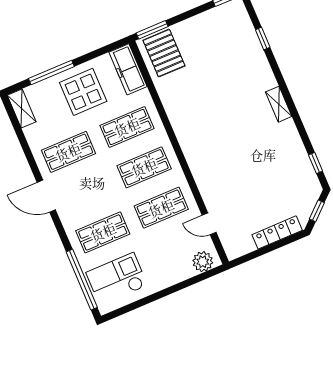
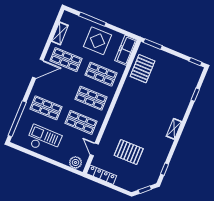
pallet: (164, 53) -> (143, 69), moved
shelving: (22, 108) -> (60, 33), moved
pallet: (253, 186) -> (129, 152), added
door: (46, 196) -> (38, 69), swing flipped
locker: (277, 232) -> (102, 175), moved
checkout: (117, 279) -> (44, 140), moved

